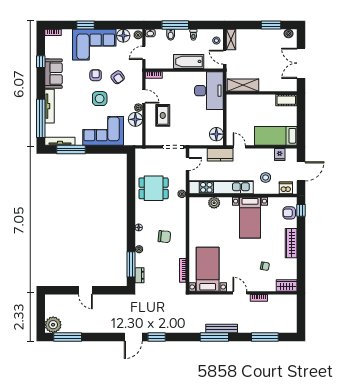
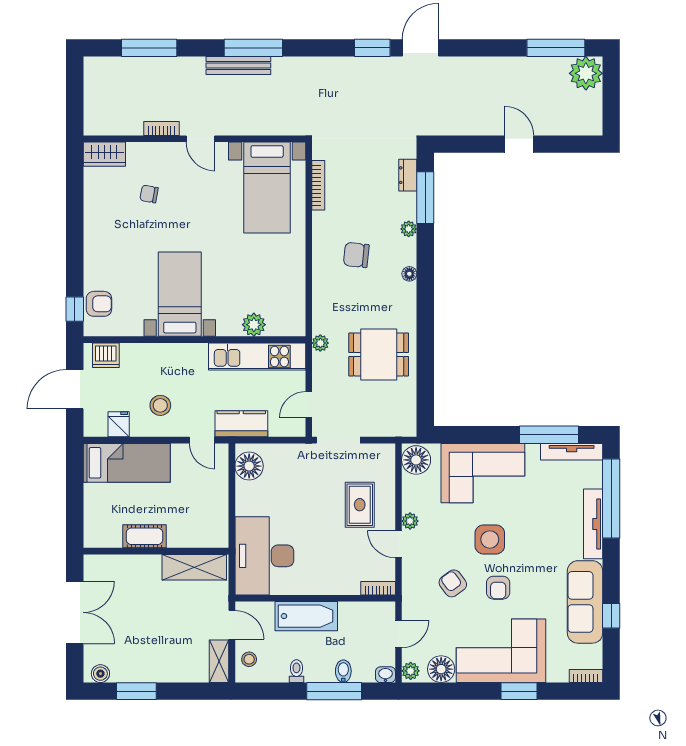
sofa: (53, 74) -> (585, 602), width x1.36
cot: (286, 100) -> (144, 536), moved
floor lamp: (135, 119) -> (416, 460), moved
stool: (266, 177) -> (160, 405), moved
kitchen unit: (221, 187) -> (257, 356), width x0.73
wardrobe: (291, 243) -> (95, 241), removed

